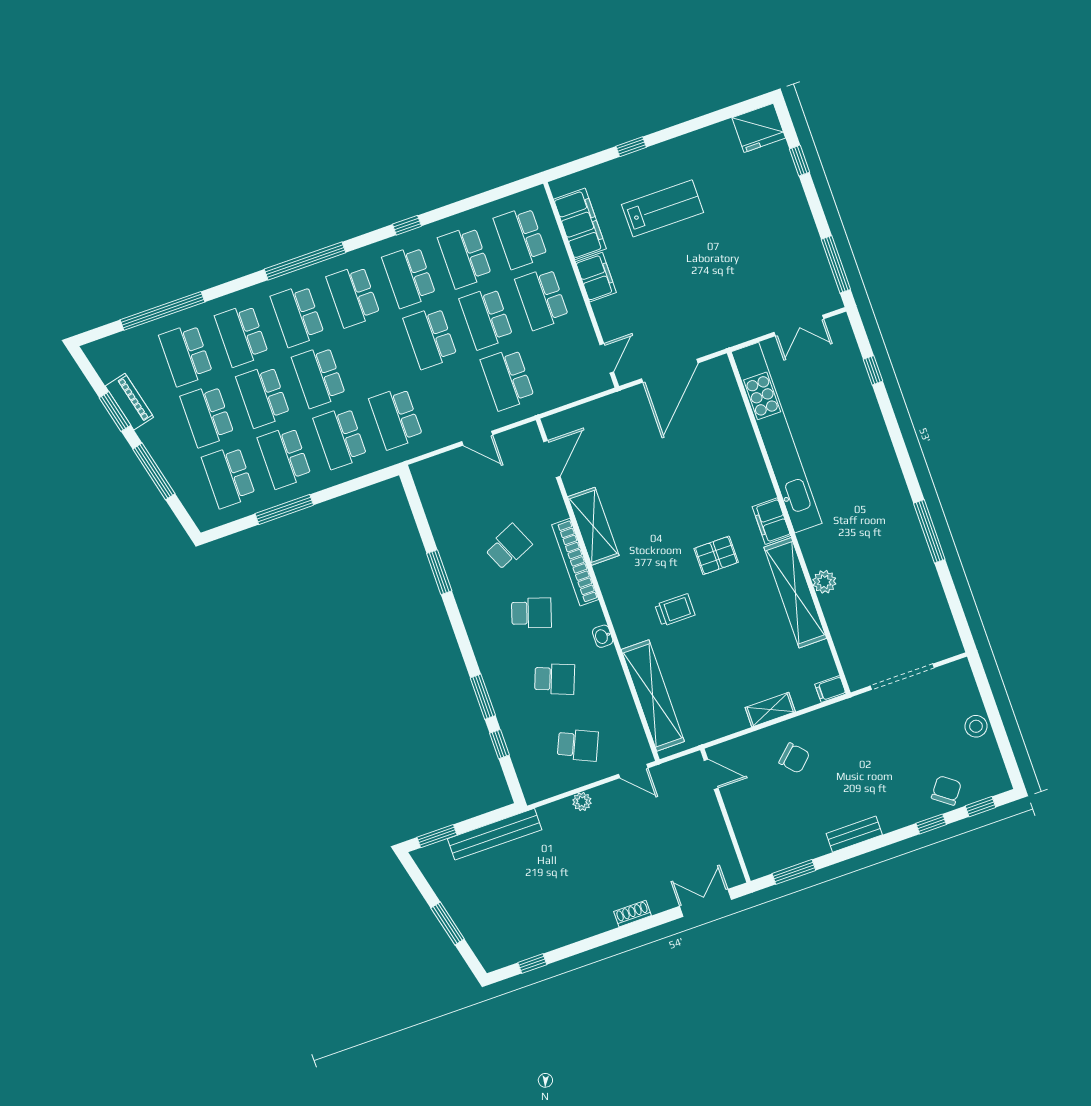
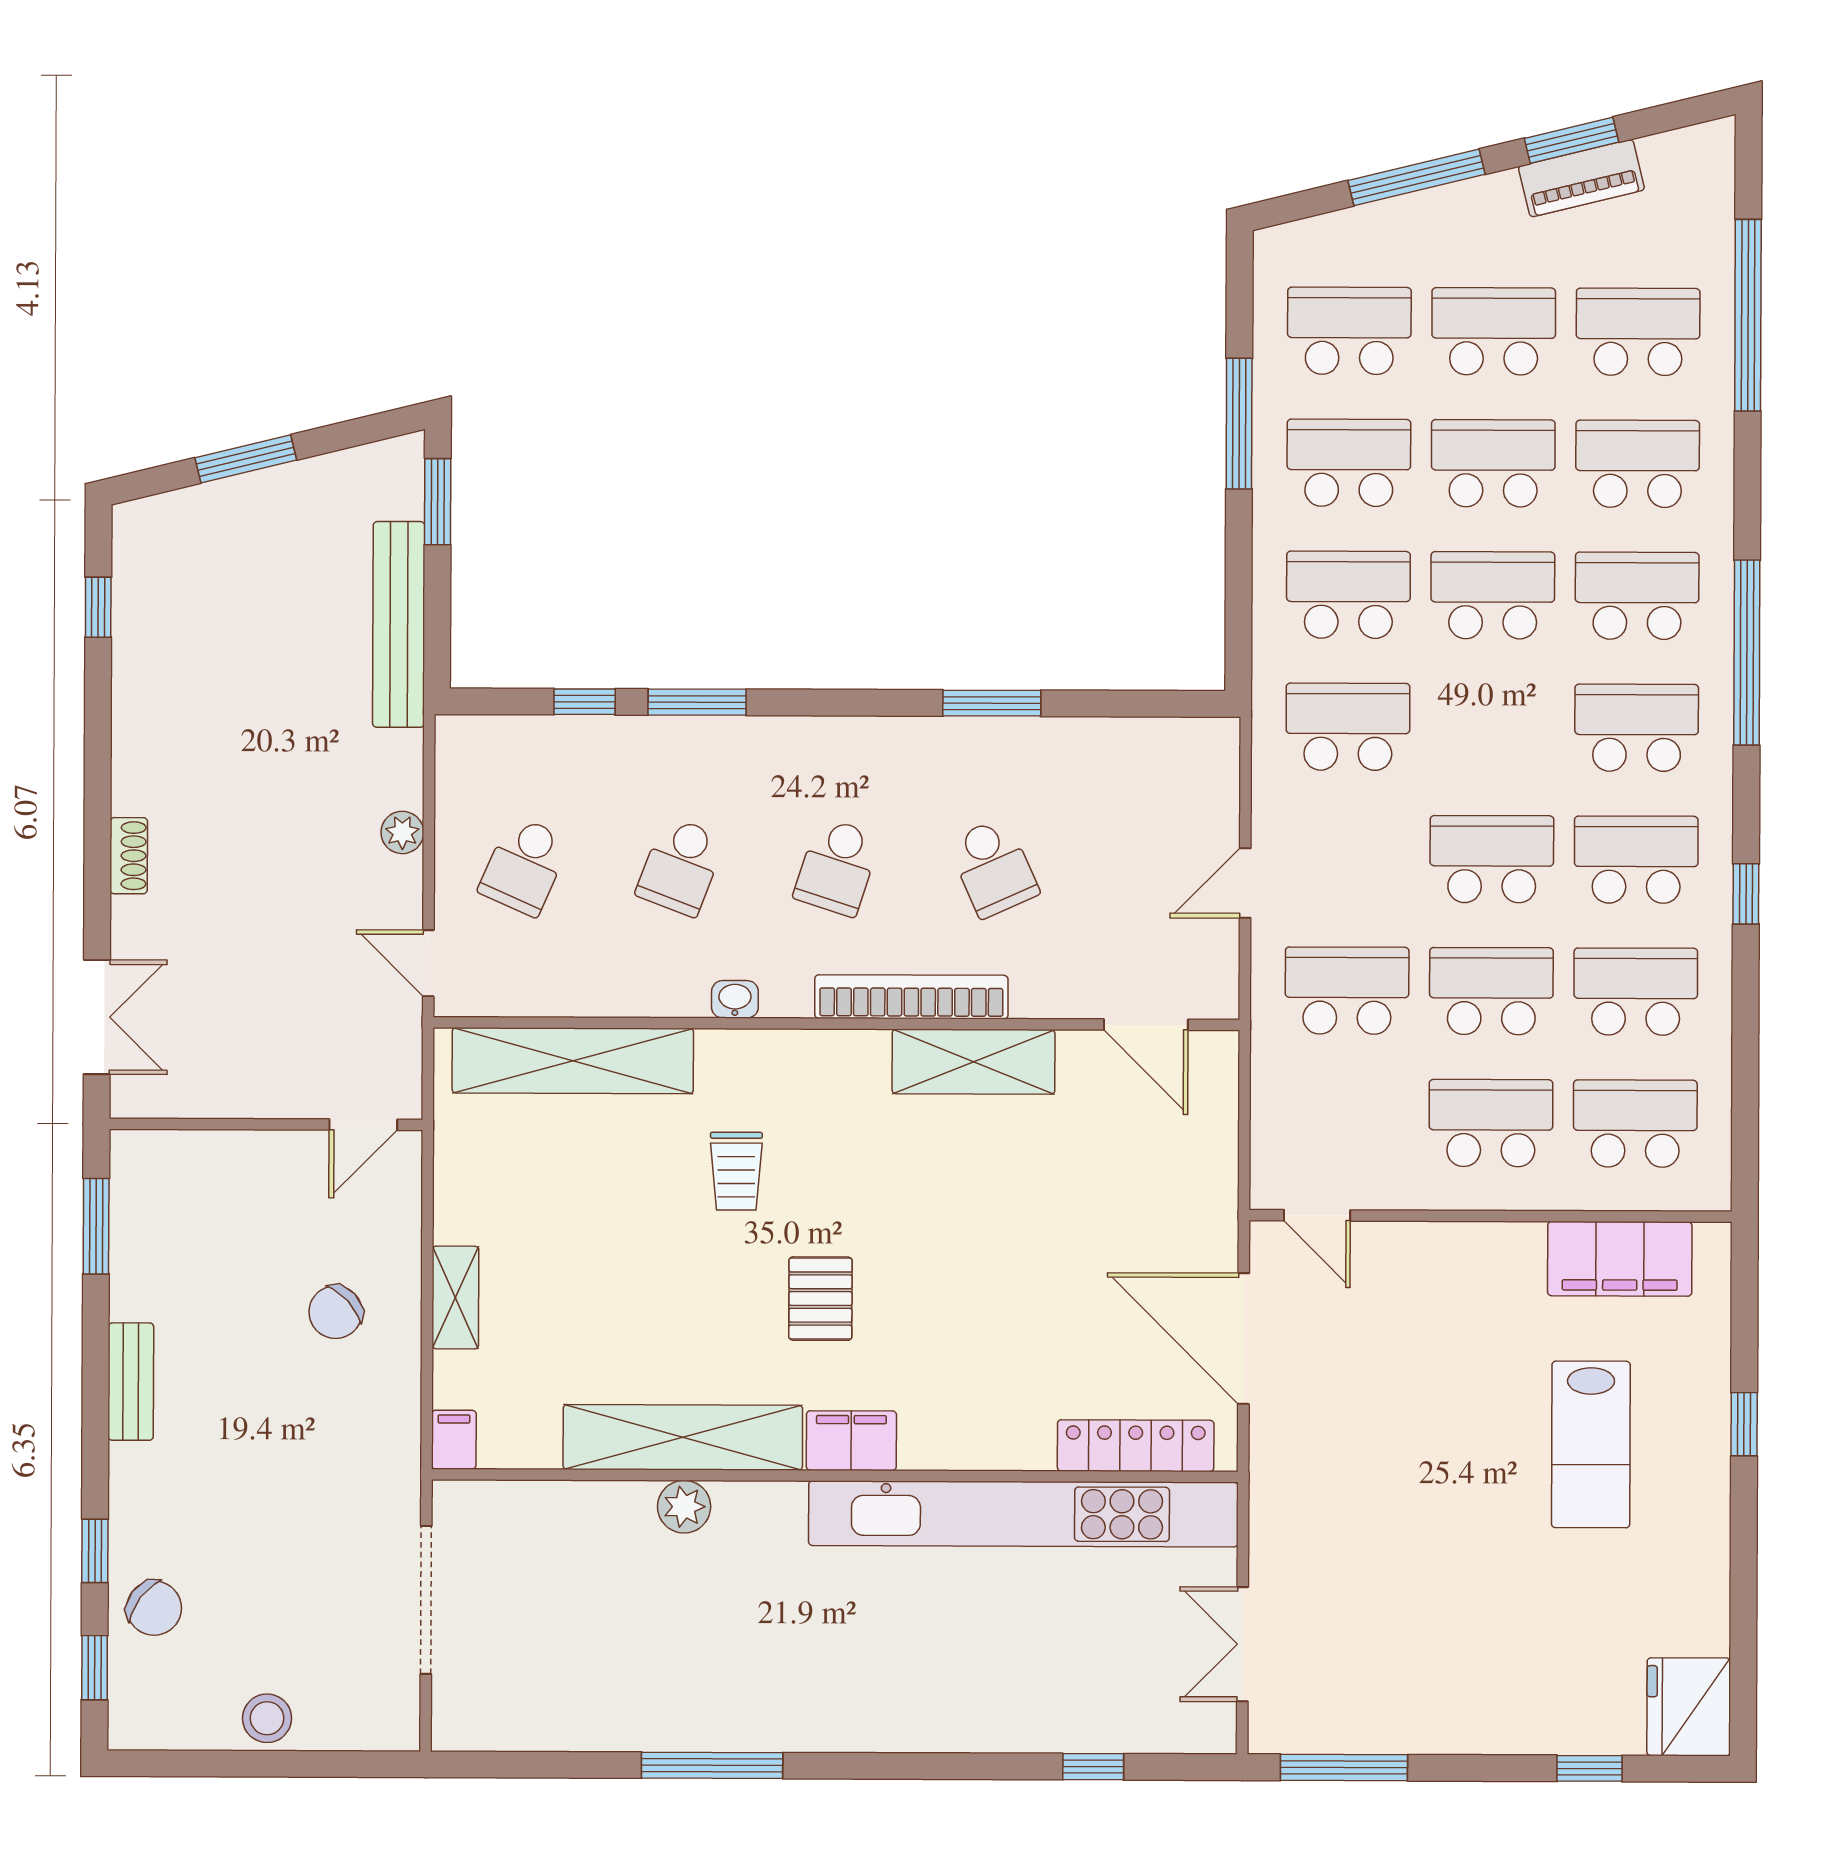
filing cabinet: (596, 277) -> (1496, 1253), removed
locker: (731, 400) -> (1136, 1446), added
door: (633, 771) -> (428, 963), hinge flipped

